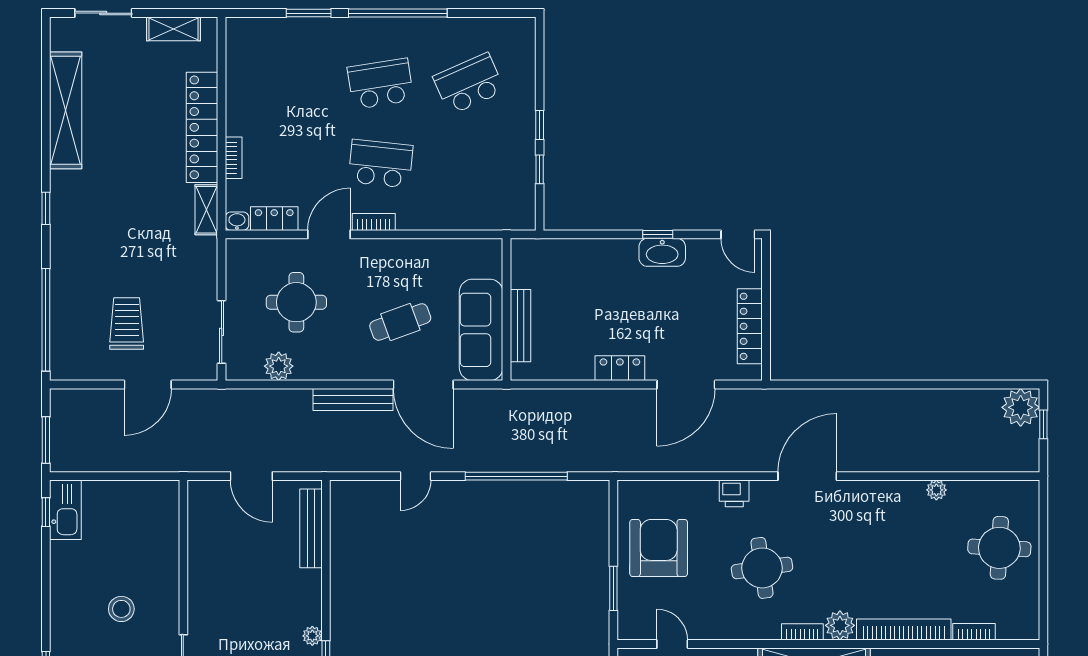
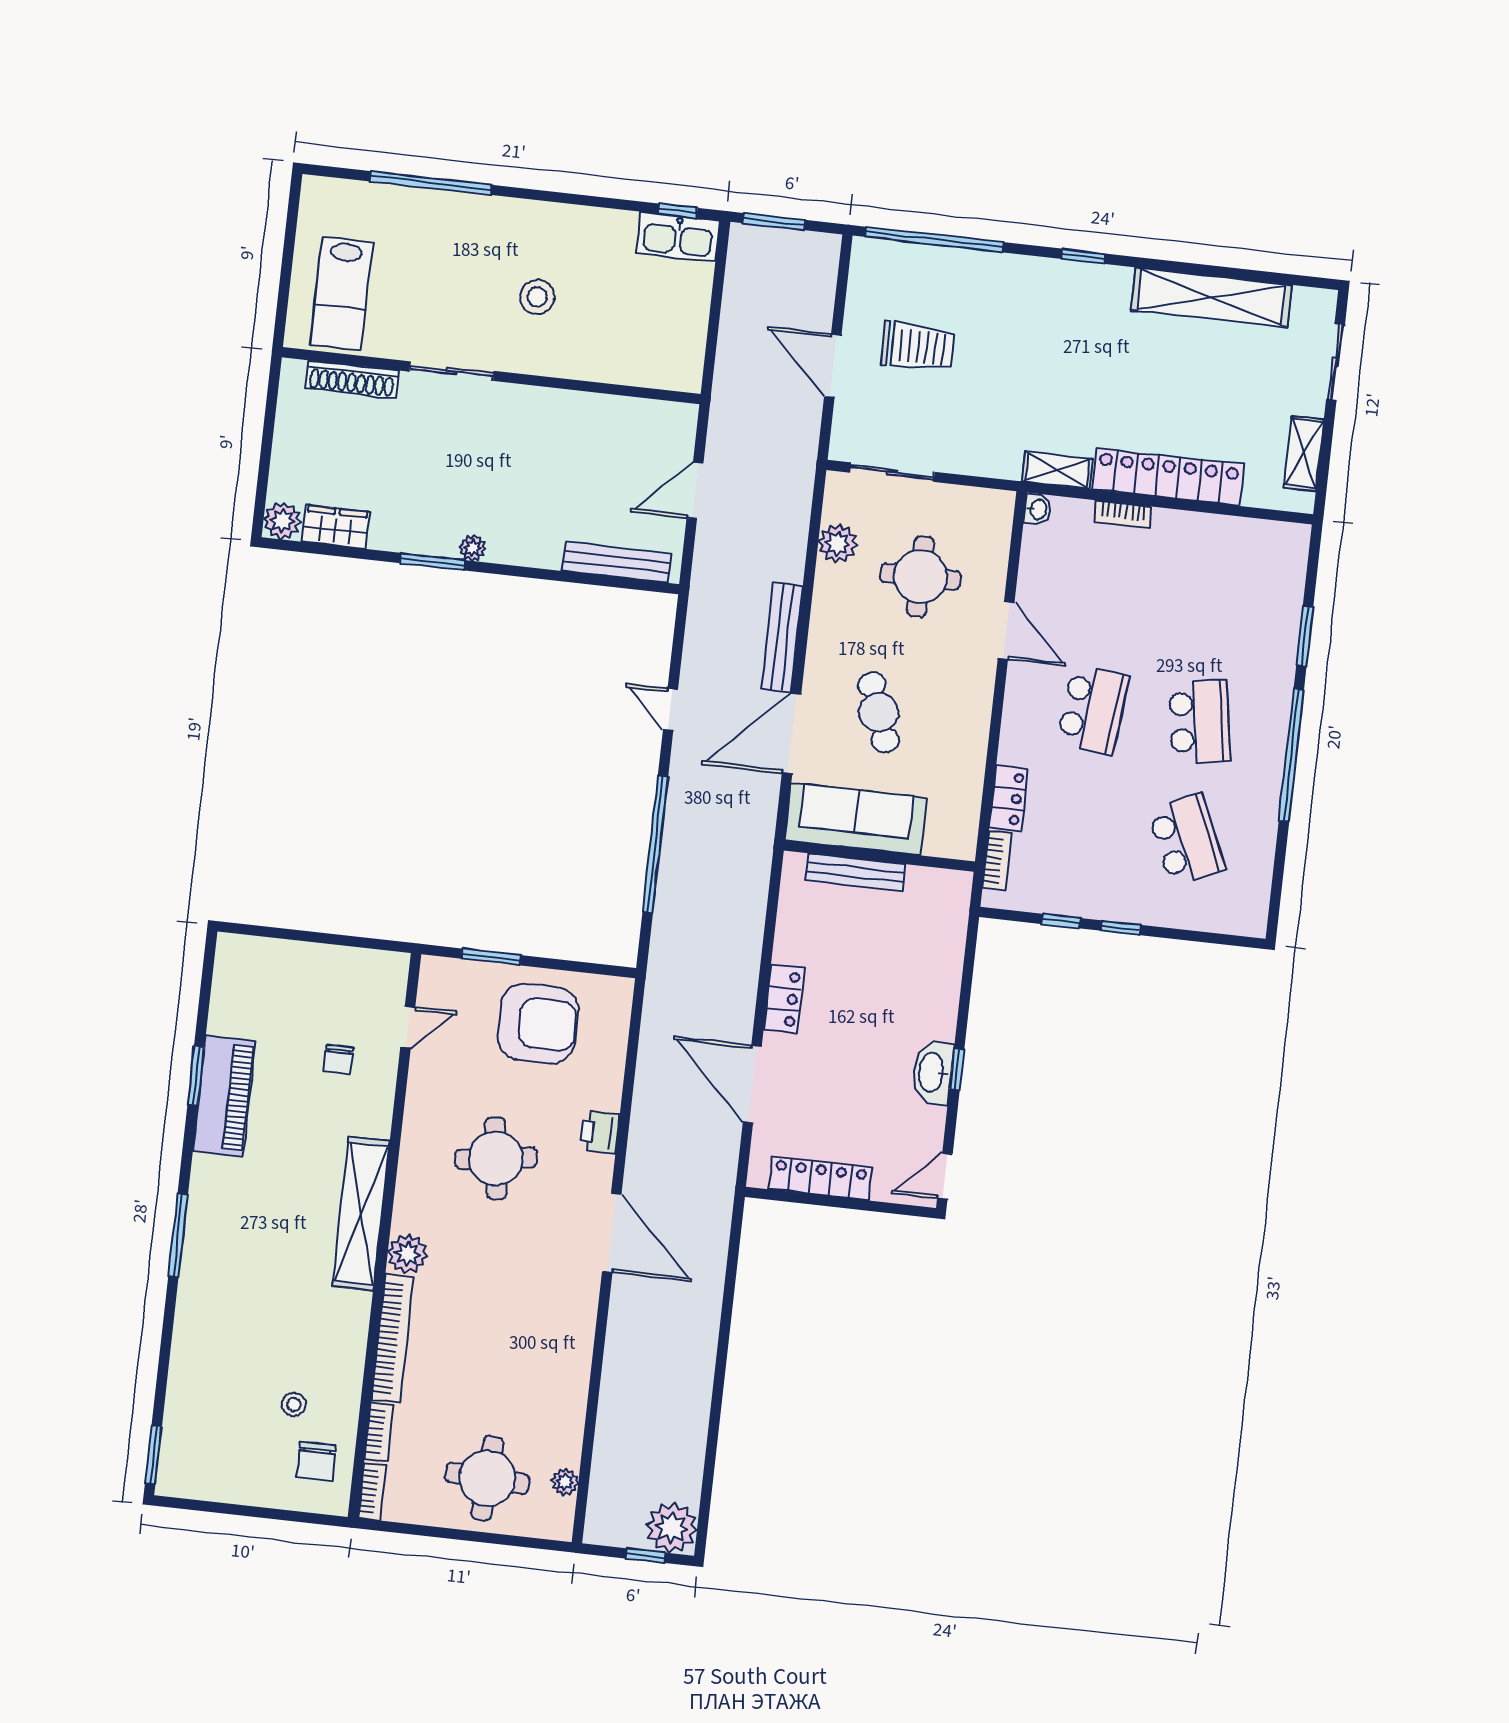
locker: (274, 219) -> (1009, 798), moved
bookcase: (374, 222) -> (997, 860), moved
plant: (936, 490) -> (565, 1482), moved
bookcase: (802, 632) -> (372, 1492), moved

